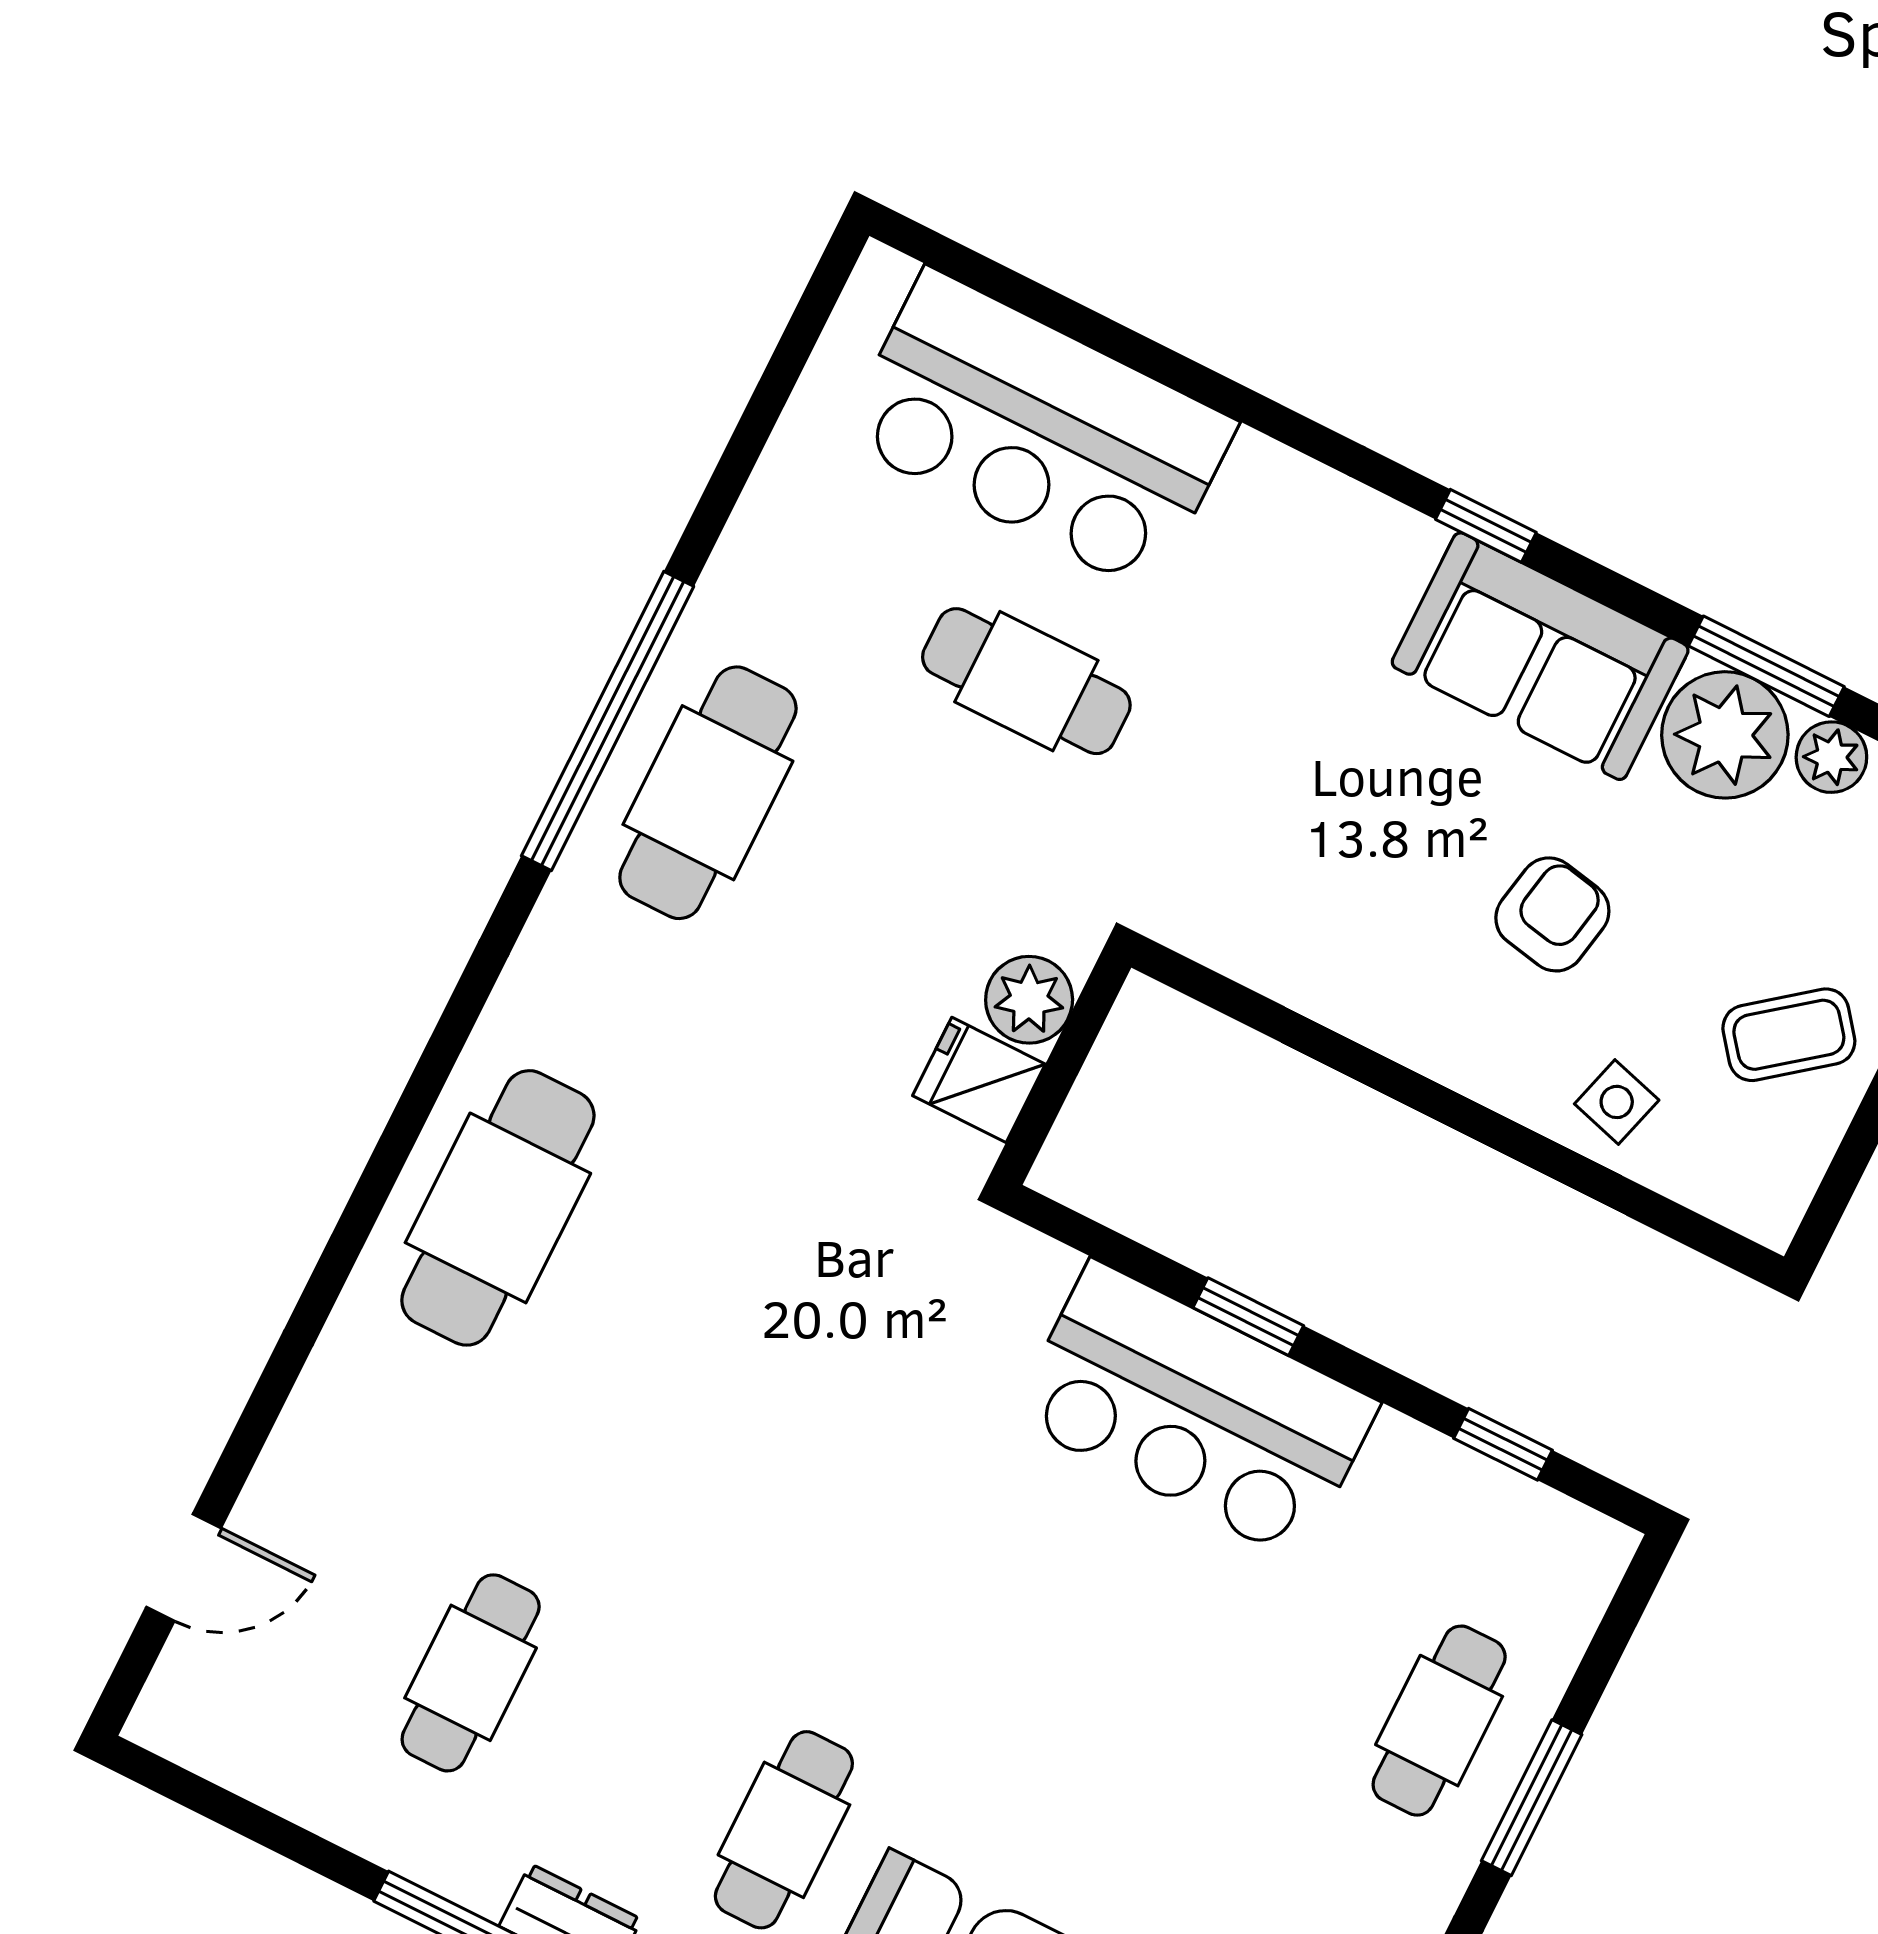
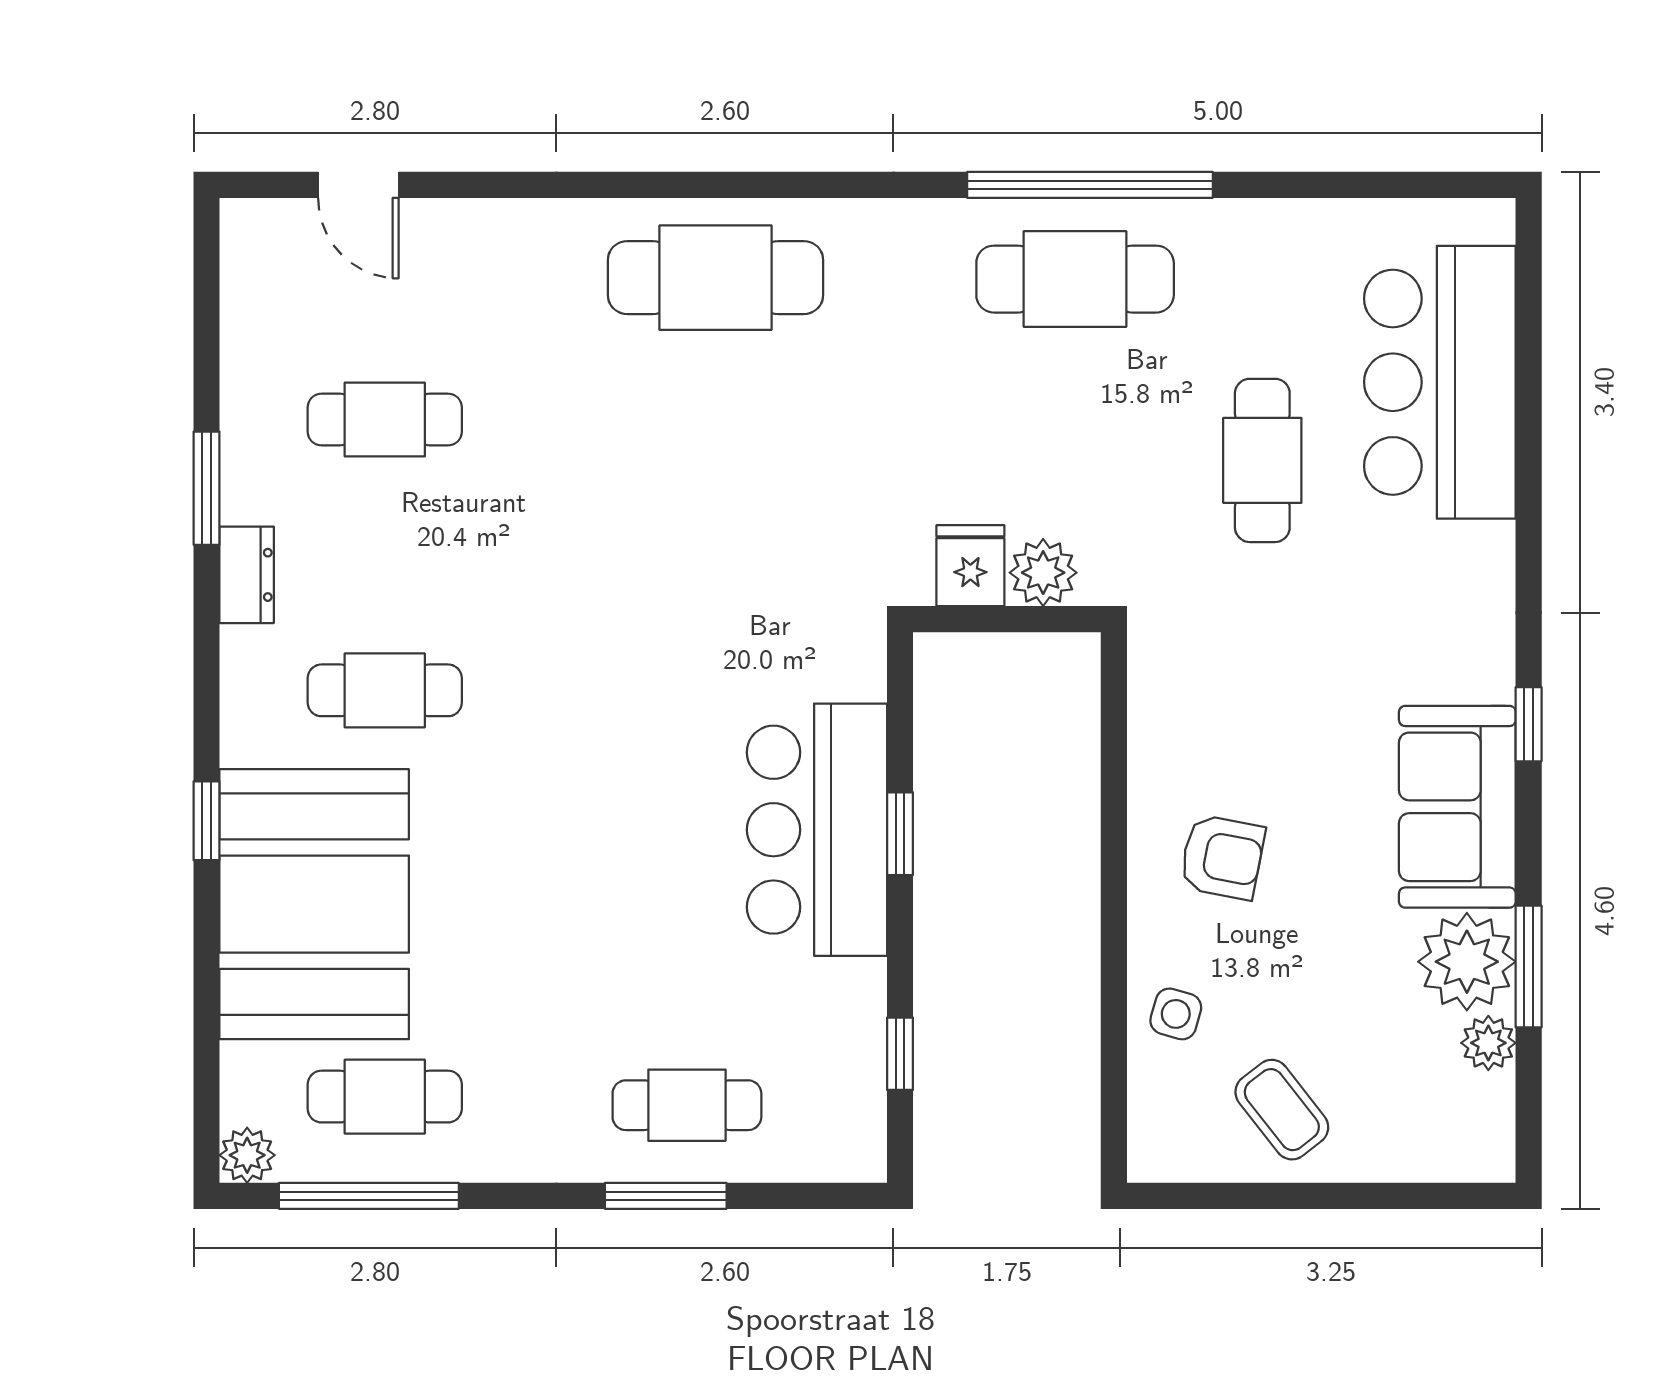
armchair: (1552, 914) -> (1222, 857), moved

